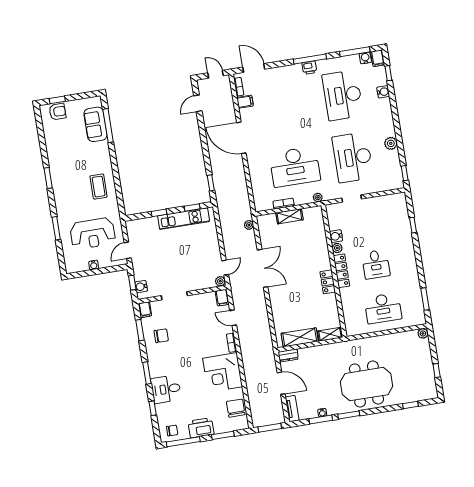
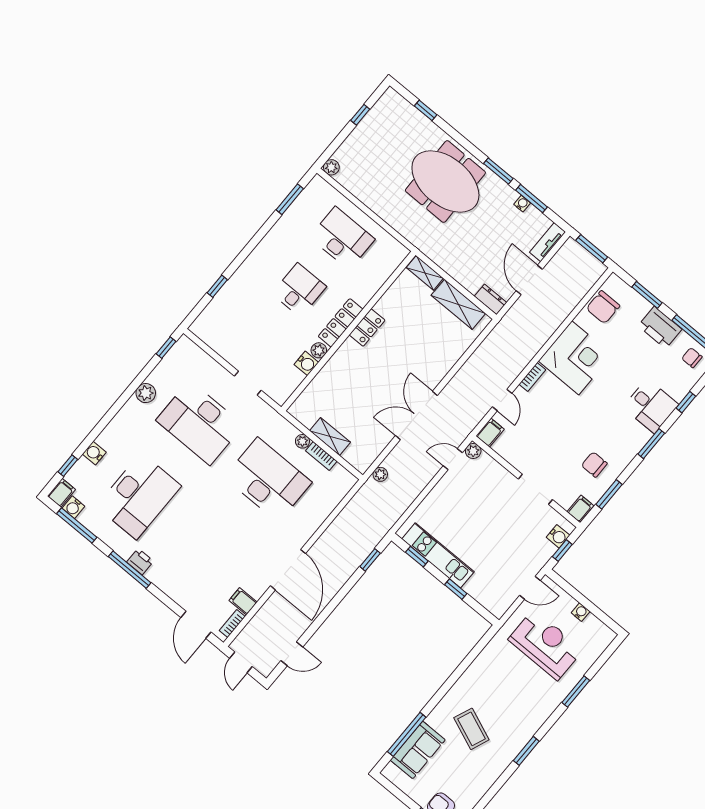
desk: (353, 157) -> (200, 423), turned 90
coffee table: (99, 187) -> (471, 729), moved, turned -68
plant: (318, 197) -> (302, 441), moved

